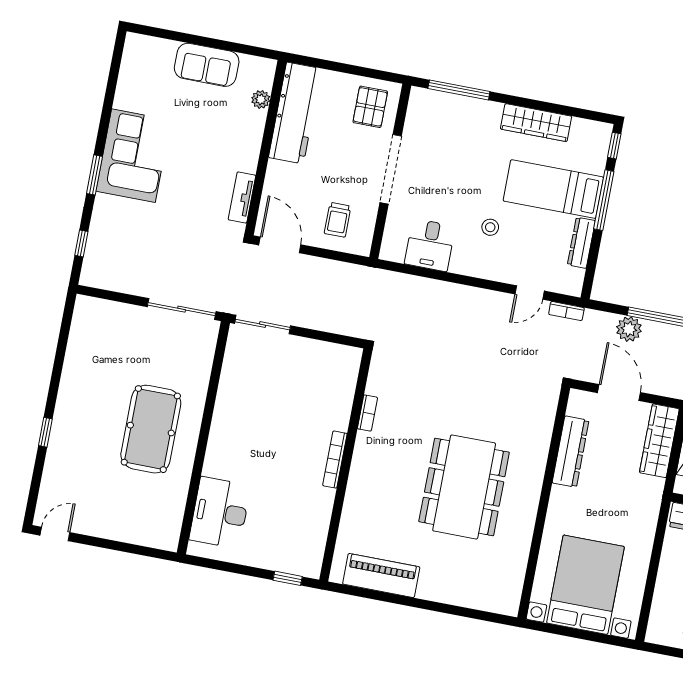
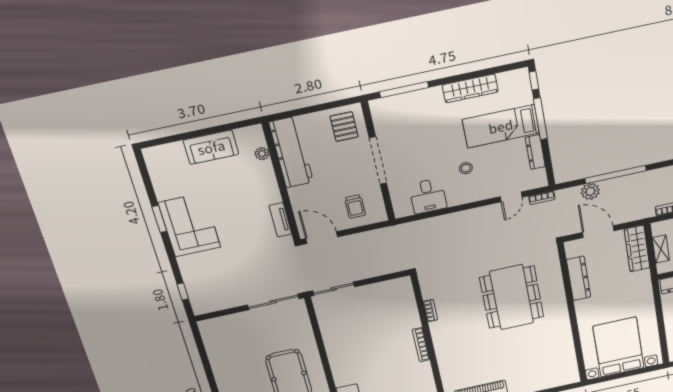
window: (94, 175) -> (159, 219), moved
dining table: (464, 487) -> (512, 297), moved

